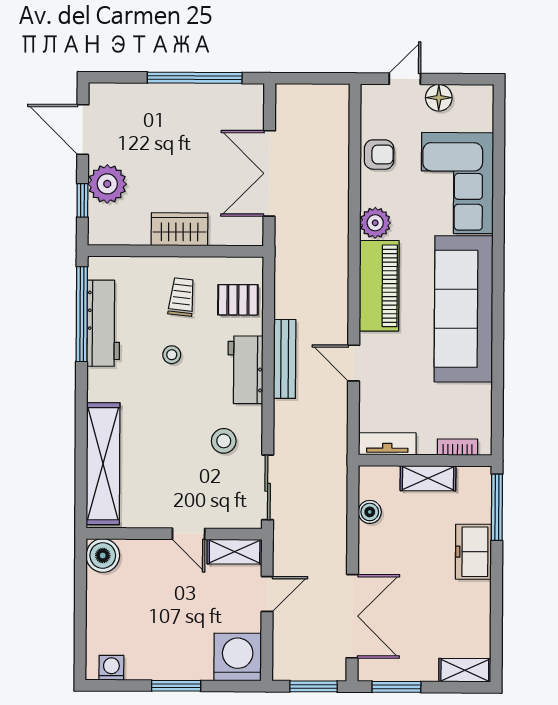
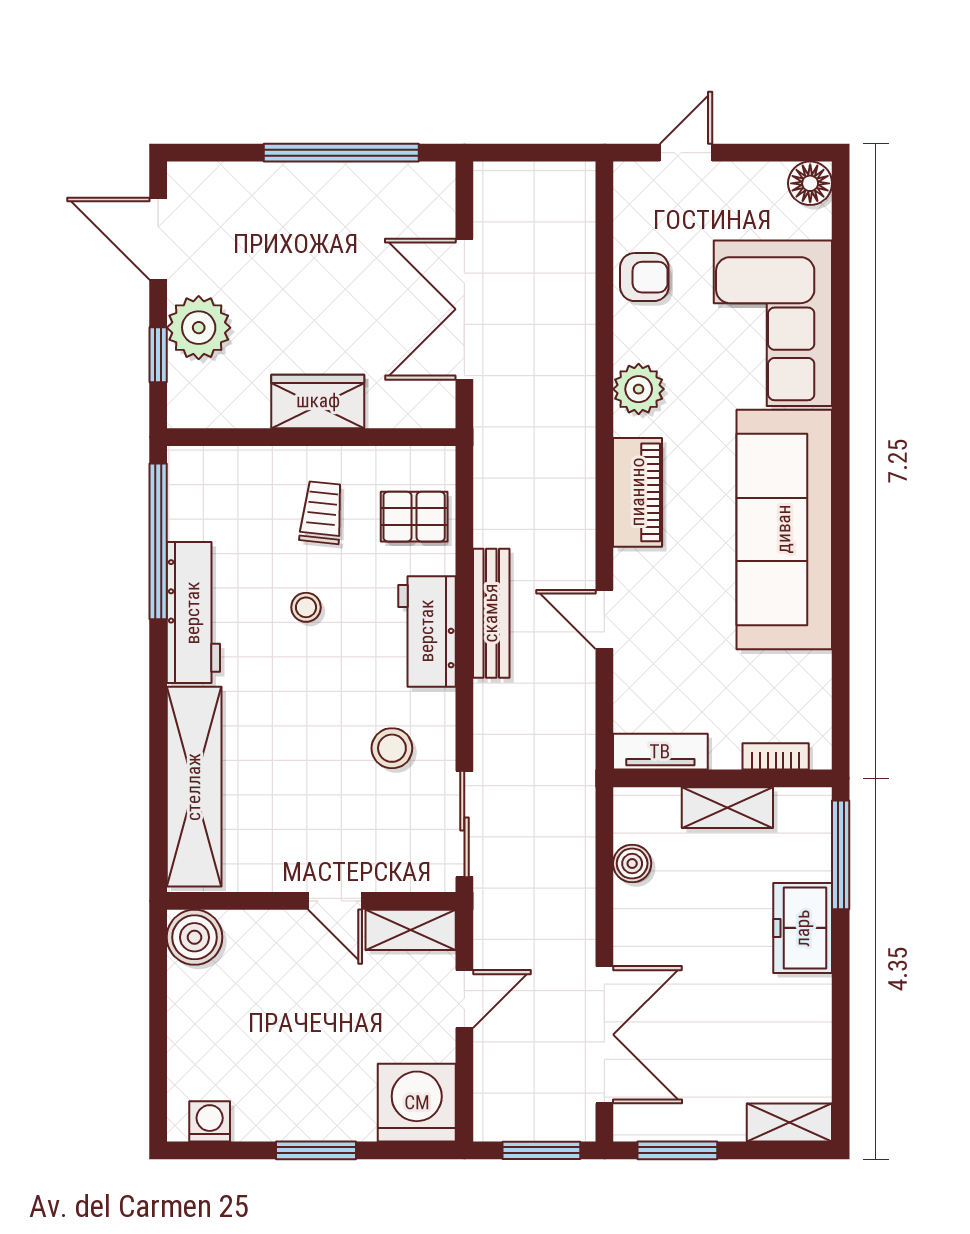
floor lamp: (439, 98) -> (810, 183), moved
piano: (379, 286) -> (638, 492), width x0.73, depth x0.75
workbench: (103, 323) -> (193, 613), moved

